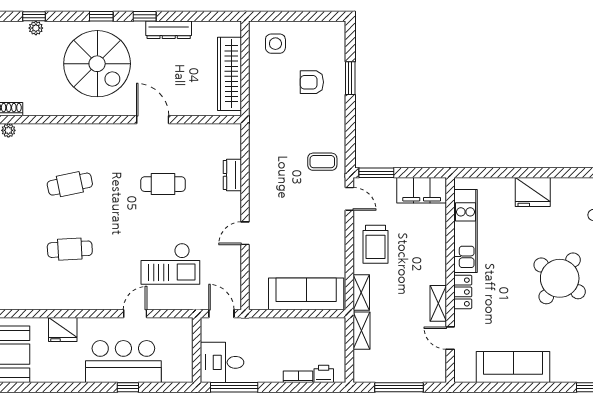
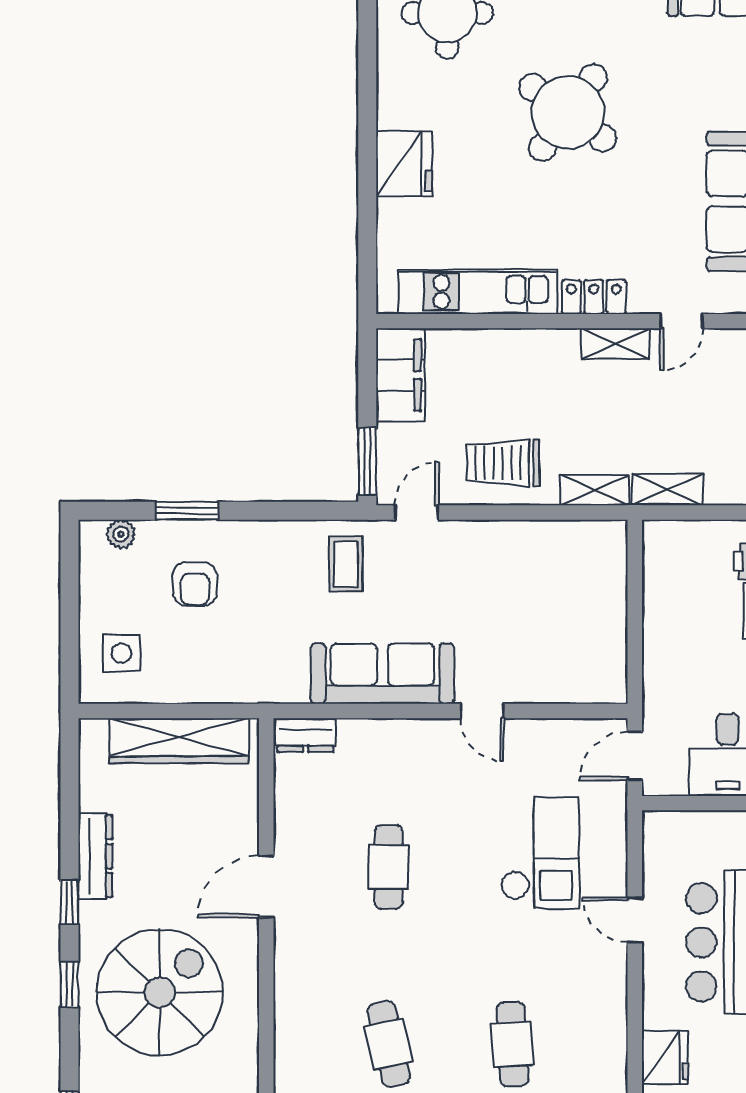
plant: (338, 43) -> (121, 534), added
dresser: (232, 175) -> (306, 735), moved
trolley: (375, 244) -> (503, 463), turned 180
sofa: (306, 294) -> (382, 674), moved, turned 90

